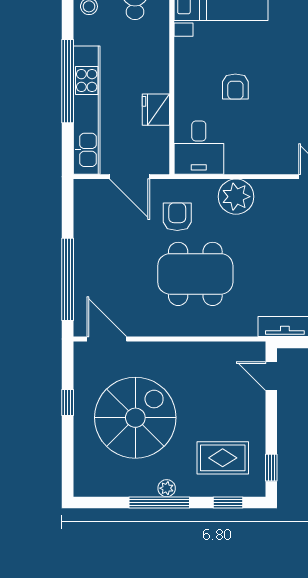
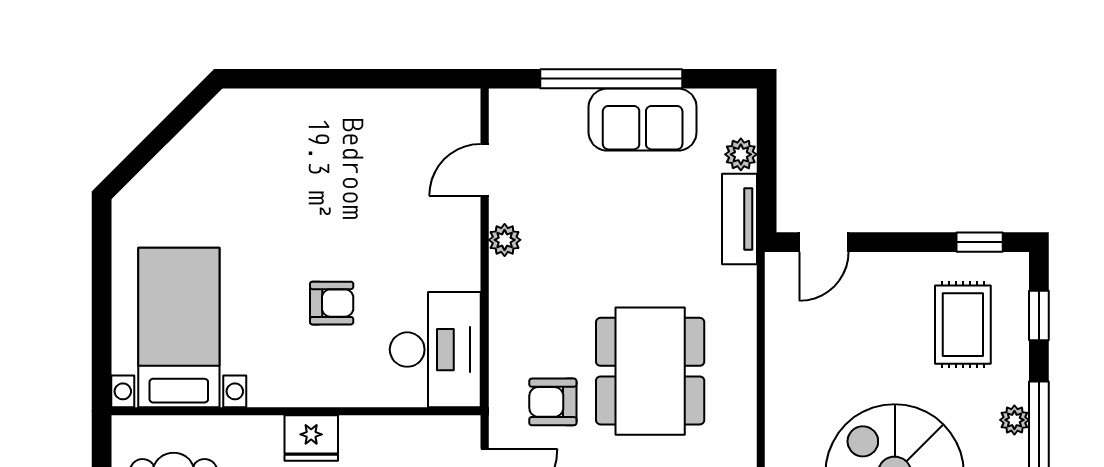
fridge: (156, 110) -> (311, 438), moved
desk: (199, 148) -> (435, 350), width x1.37
plant: (236, 197) -> (505, 240), moved, width x0.53, depth x0.53

